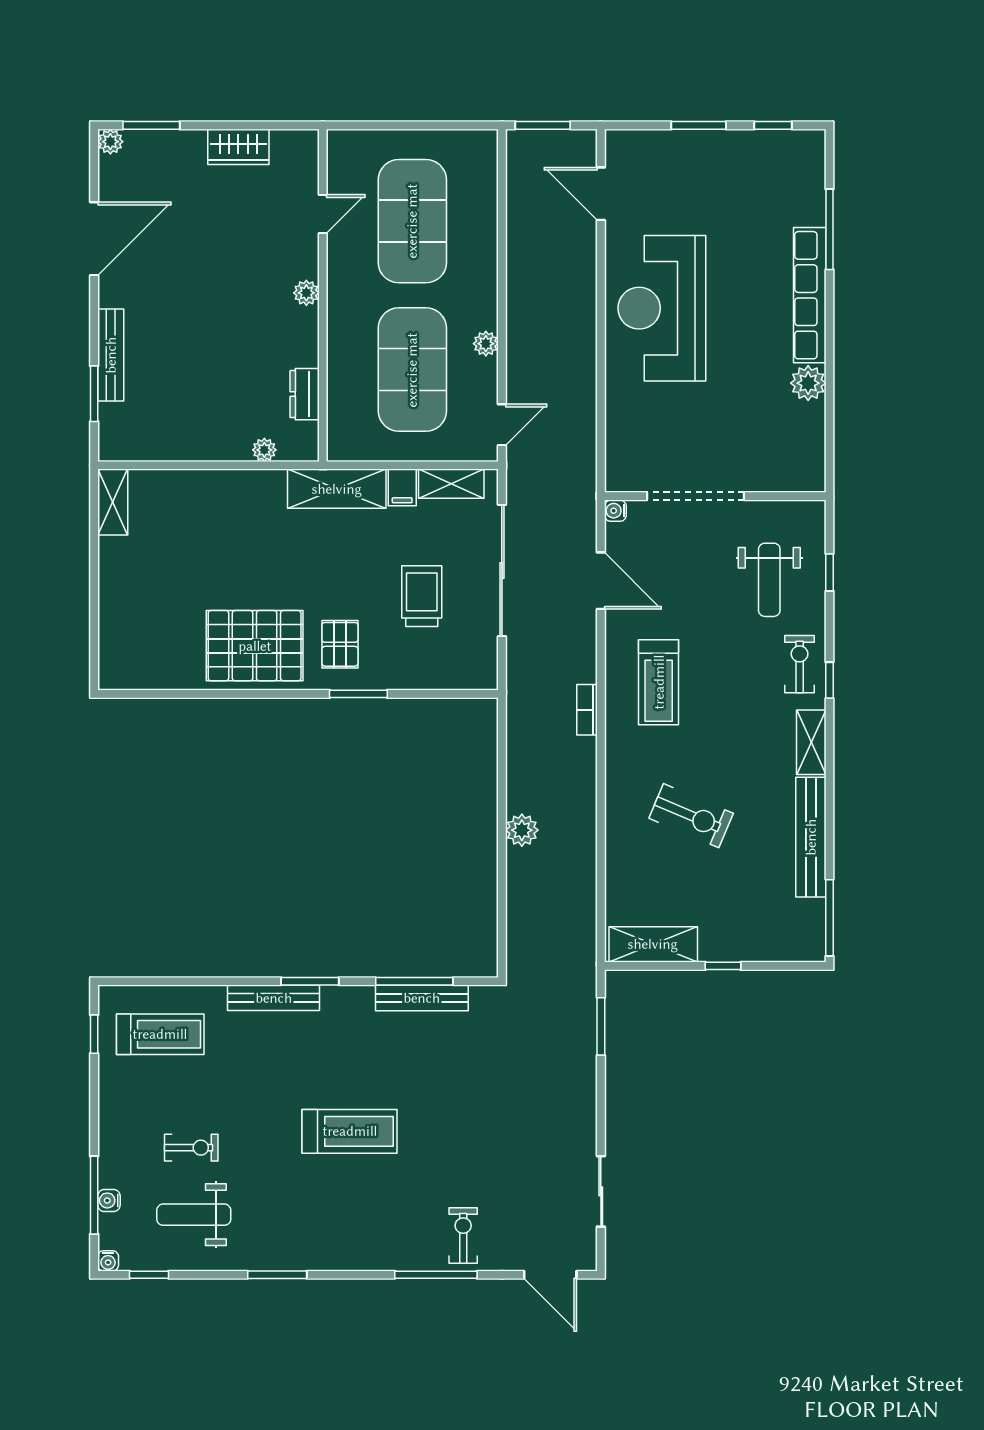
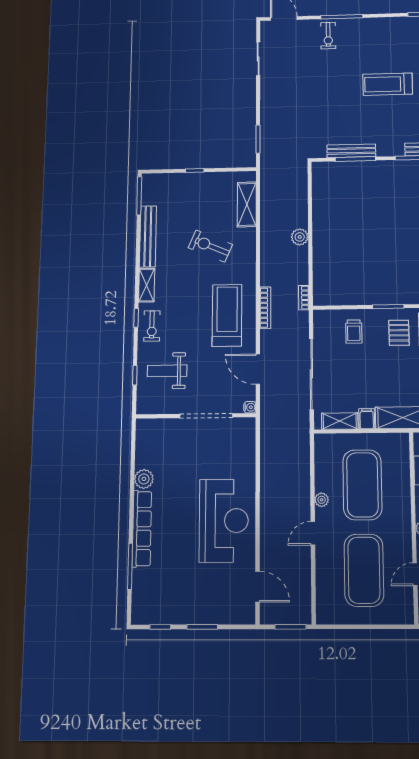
door: (502, 425) -> (313, 533), moved
weight bench: (769, 580) -> (167, 371), turned -90
trolley: (422, 596) -> (354, 332), moved, width x0.73, depth x0.72
treadmill: (659, 682) -> (227, 315), width x1.37, depth x1.38
bookcase: (587, 710) -> (265, 308), width x1.56
bookcase: (515, 713) -> (304, 298), added
shelving: (653, 944) -> (247, 204), moved, turned 90

